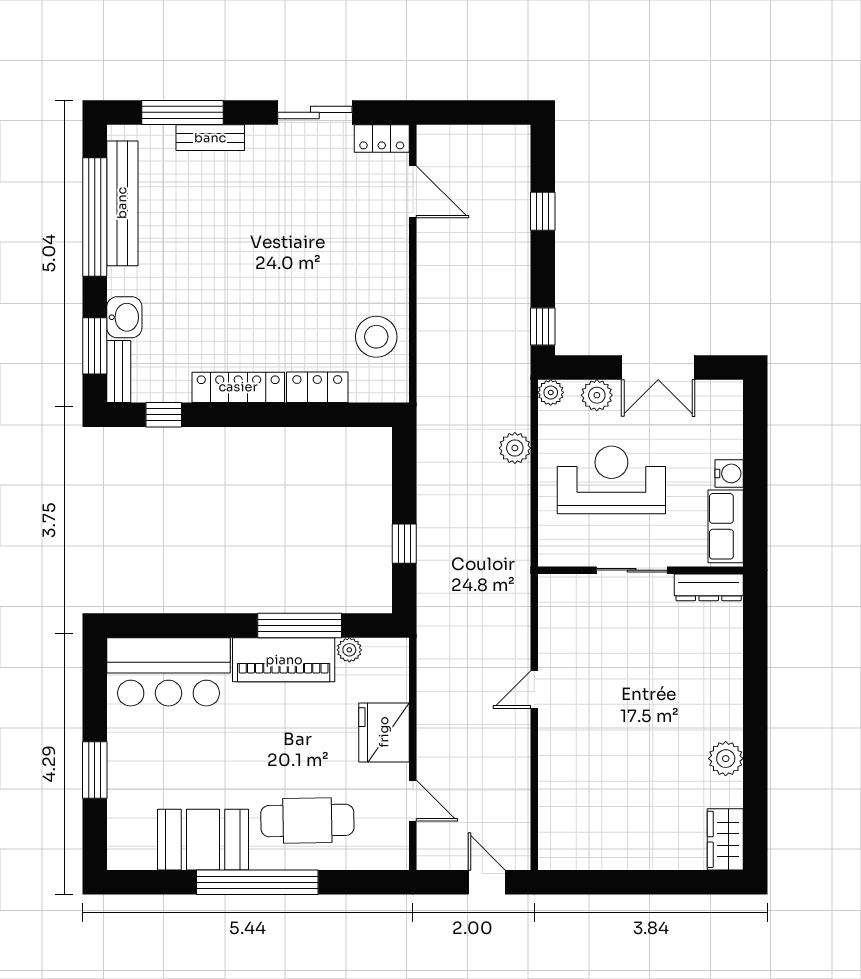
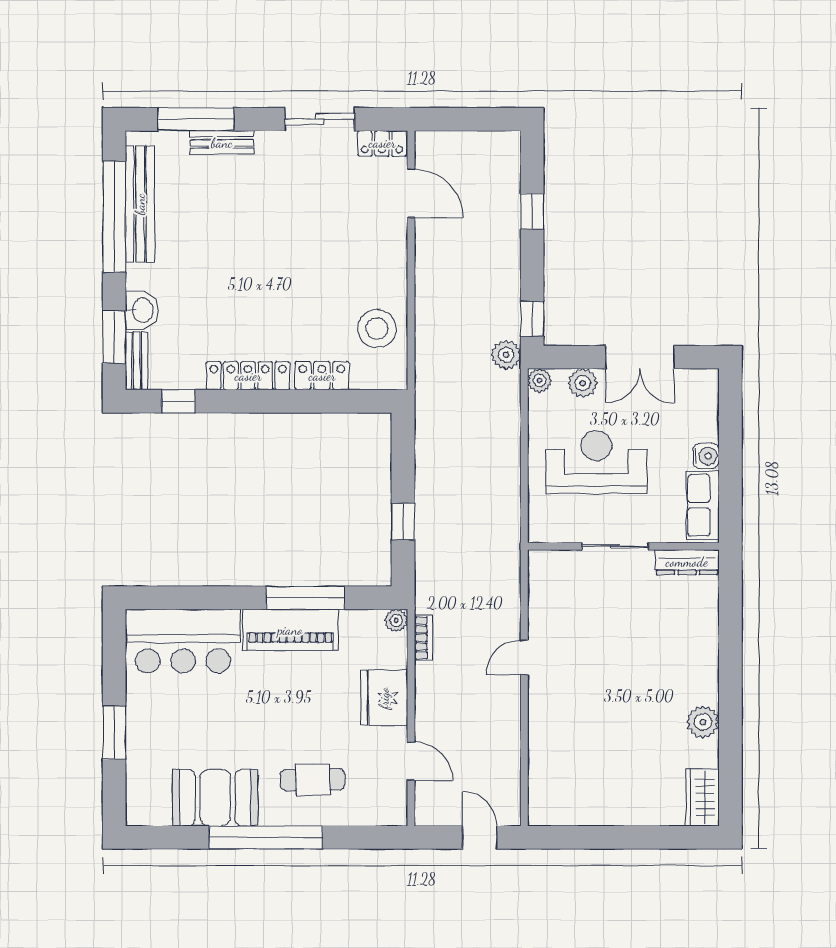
plant: (515, 448) -> (506, 355), moved
plant: (349, 650) -> (396, 621), moved
bookcase: (426, 669) -> (423, 638), added
cafe table: (307, 820) -> (313, 780), width x0.73, depth x0.74

